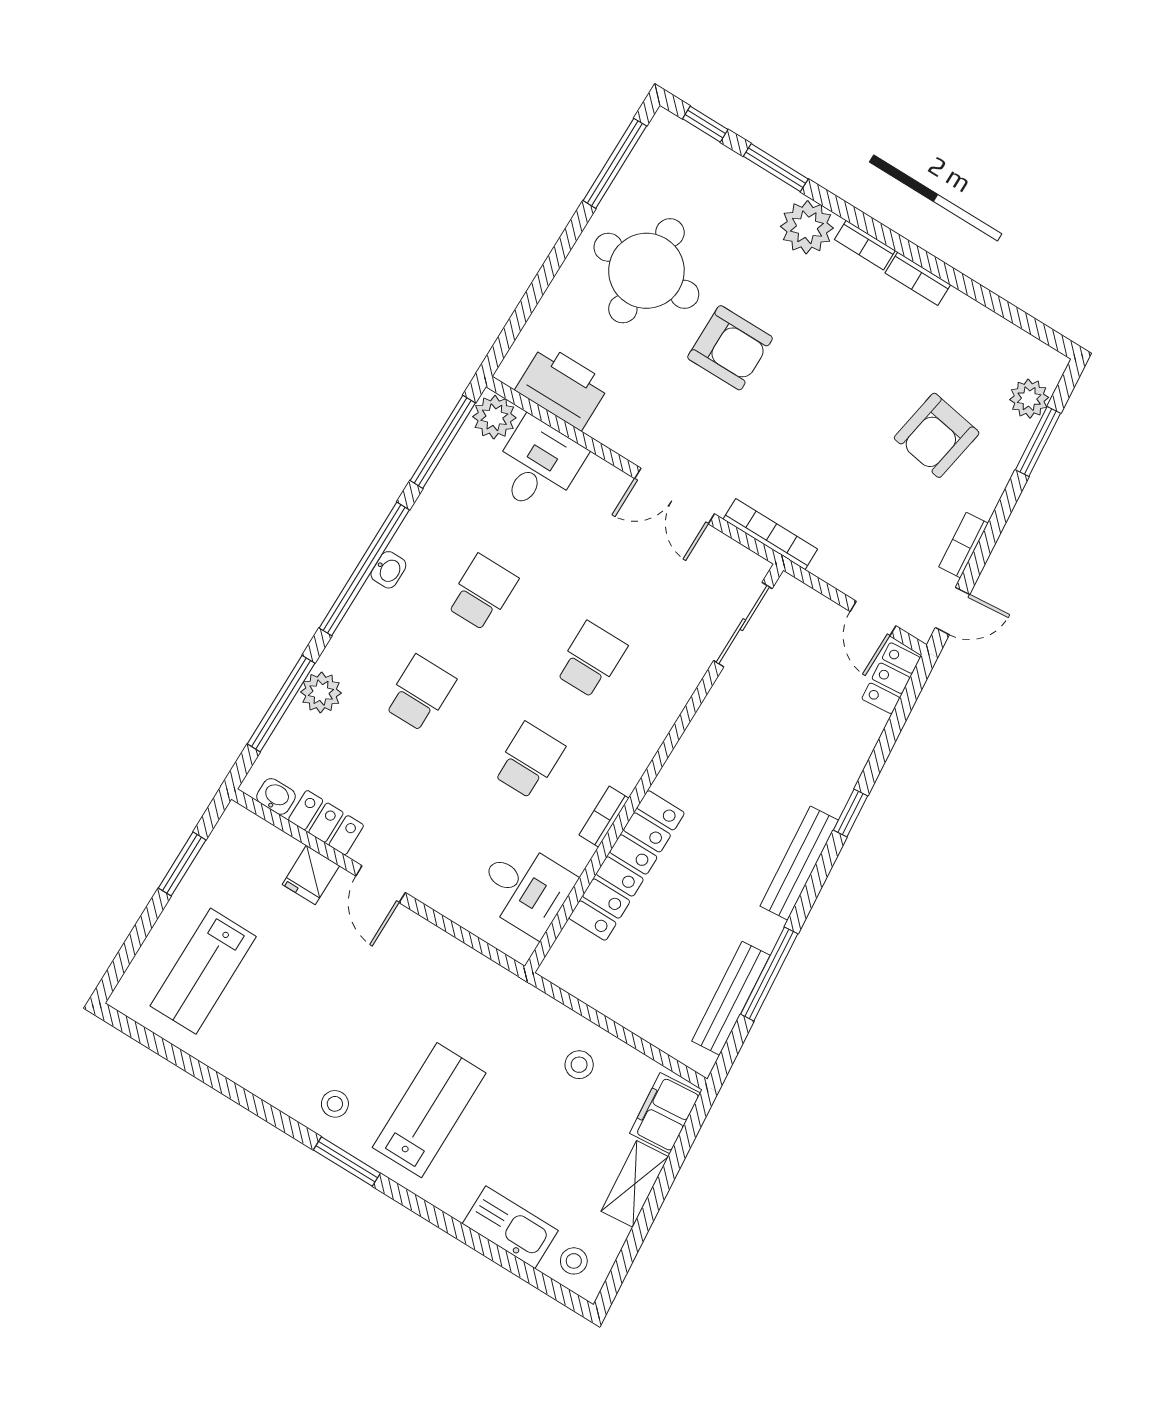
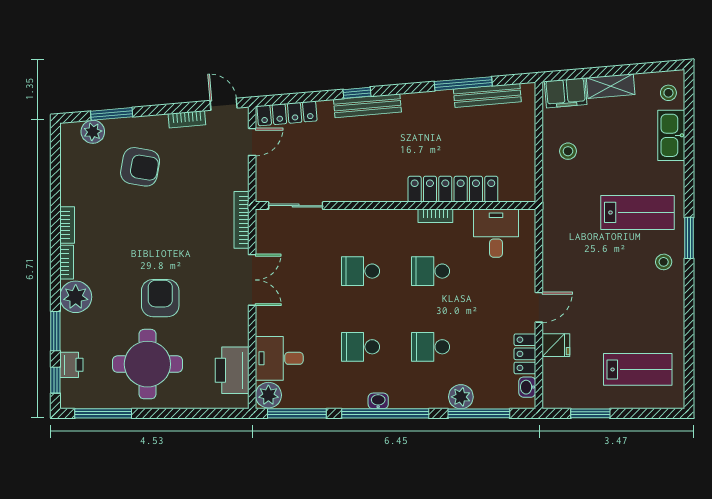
printer: (713, 161) -> (71, 365), added
locker: (891, 678) -> (287, 113), width x1.53
bench: (799, 863) -> (367, 106), moved
lab bench: (429, 1110) -> (637, 212), turned 180

